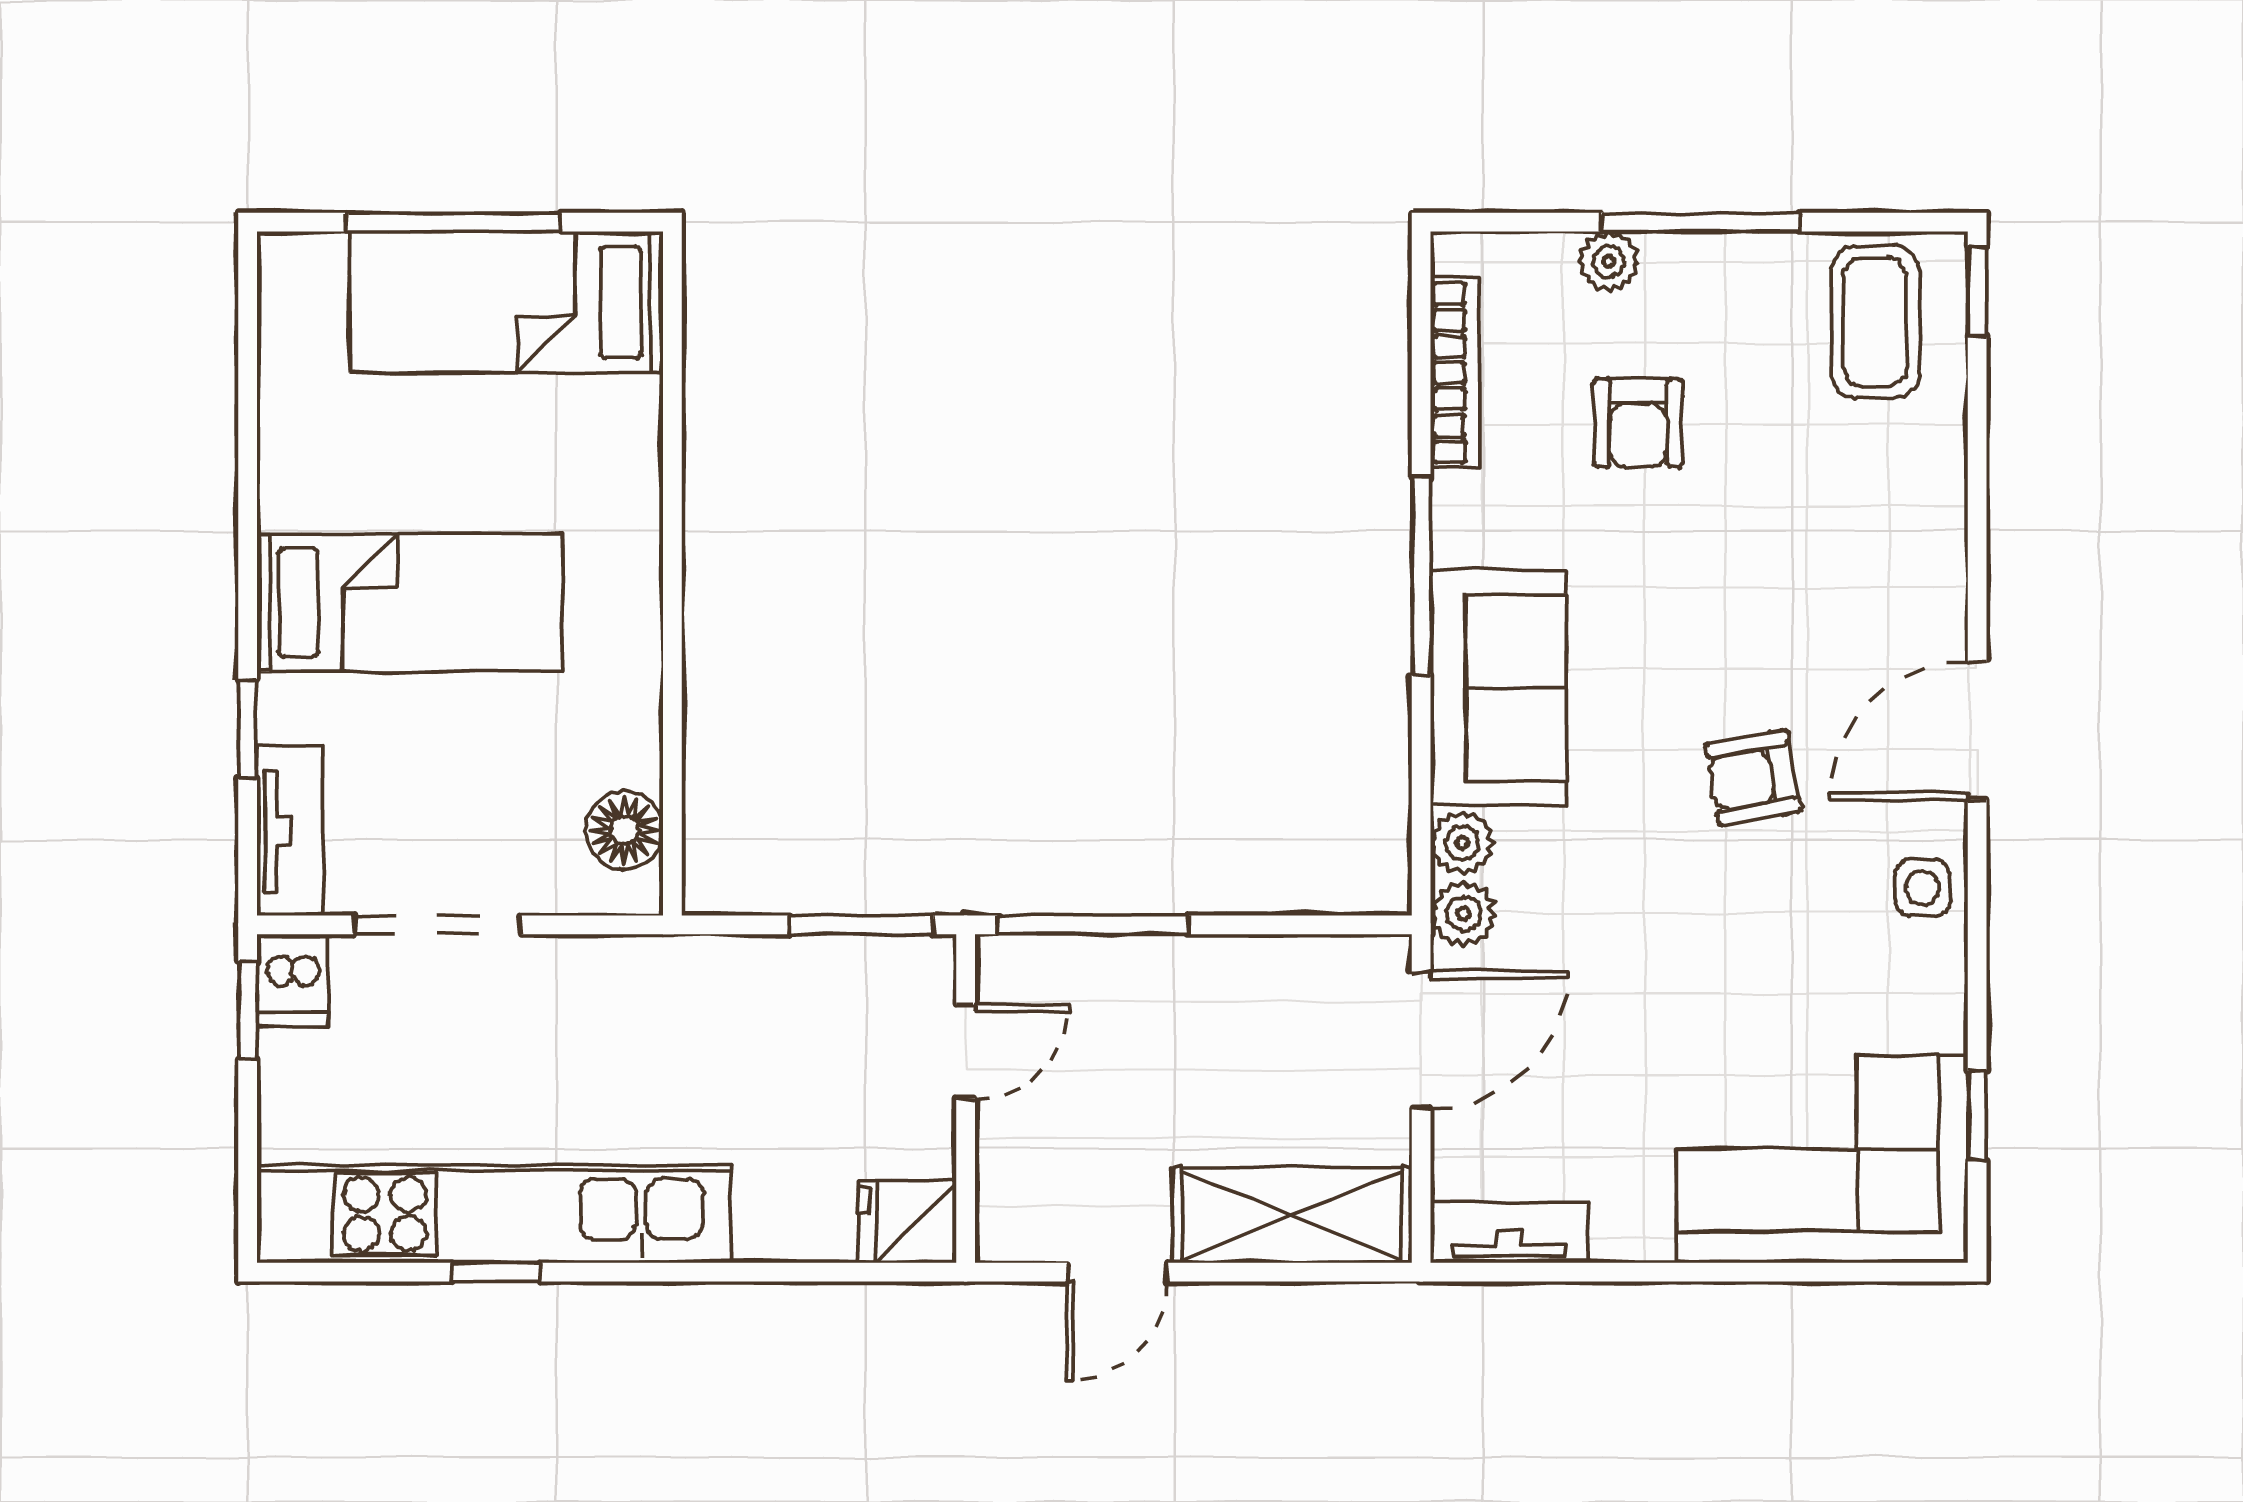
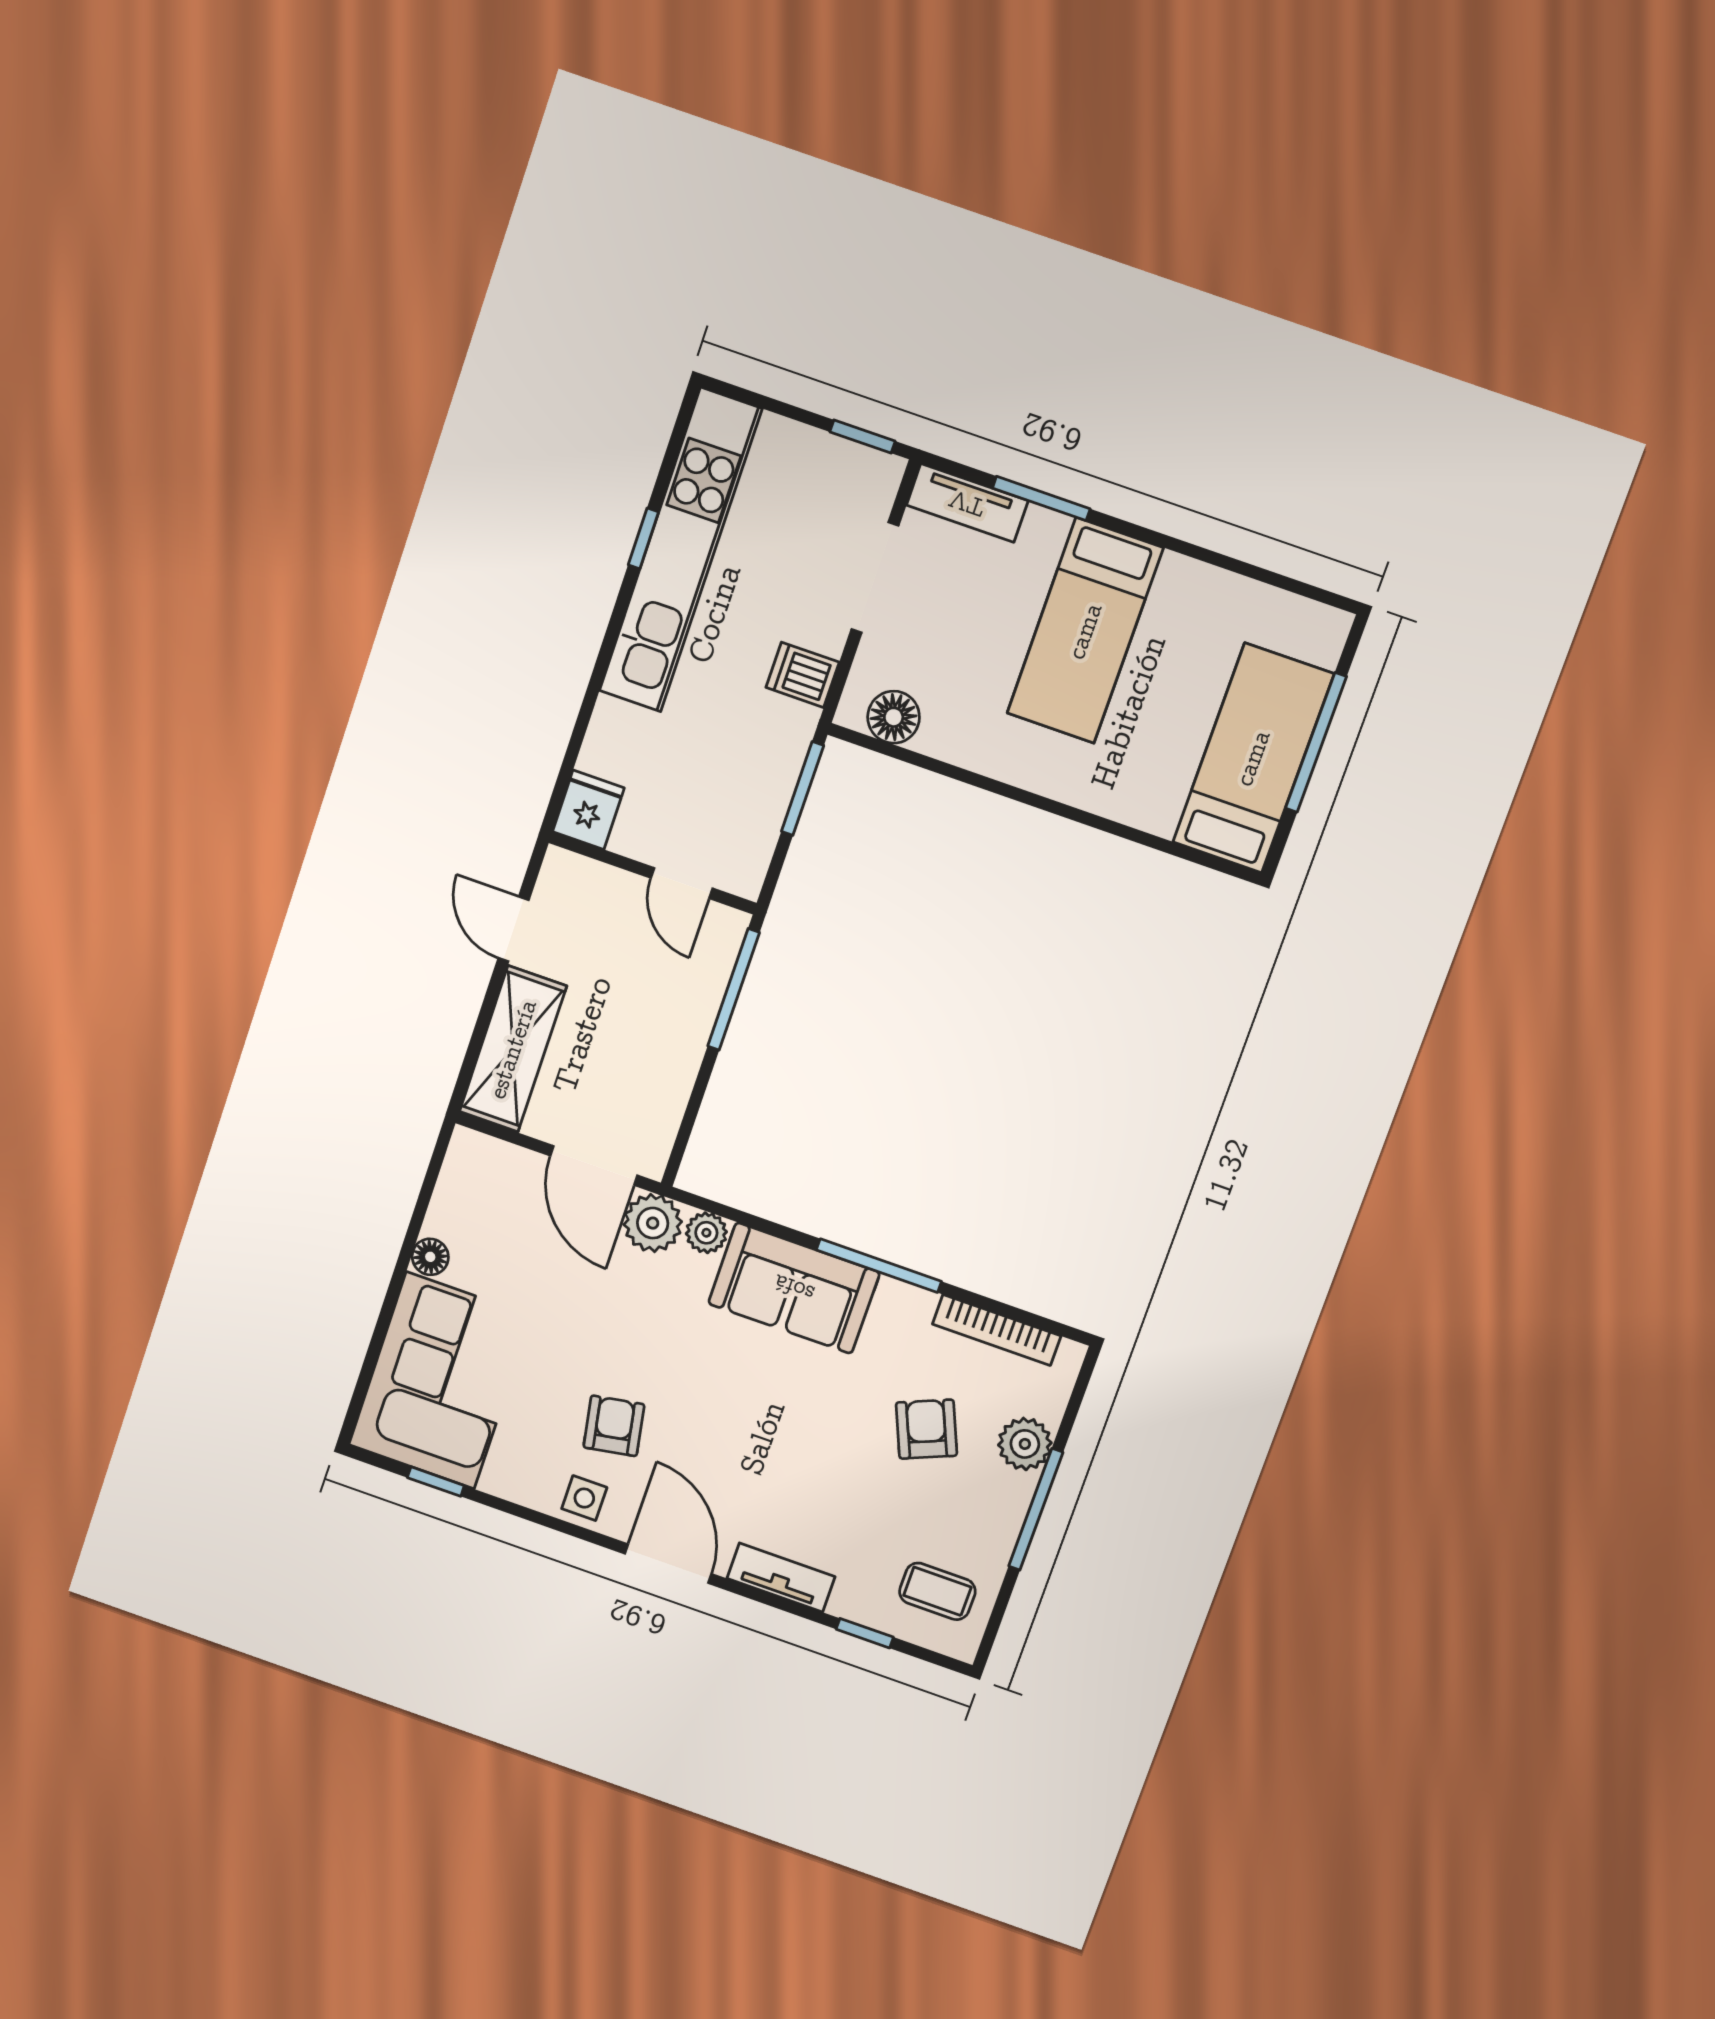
plant: (1609, 261) -> (1025, 1444), width x1.38, depth x1.38
window: (1977, 292) -> (865, 1633), moved
coffee table: (1875, 322) -> (937, 1591), width x0.73, depth x0.77
armchair: (1638, 423) -> (926, 1429), turned 67
window: (248, 729) -> (1041, 498), width x1.50
armchair: (1753, 778) -> (614, 1426), moved
plant: (1463, 914) -> (653, 1223), width x1.38, depth x1.38
window: (862, 925) -> (803, 788), moved
dishwasher: (293, 980) -> (803, 675), moved
tv unit: (1509, 1233) -> (781, 1577), moved, turned -90
floor lamp: (1642, 1235) -> (430, 1257), added

